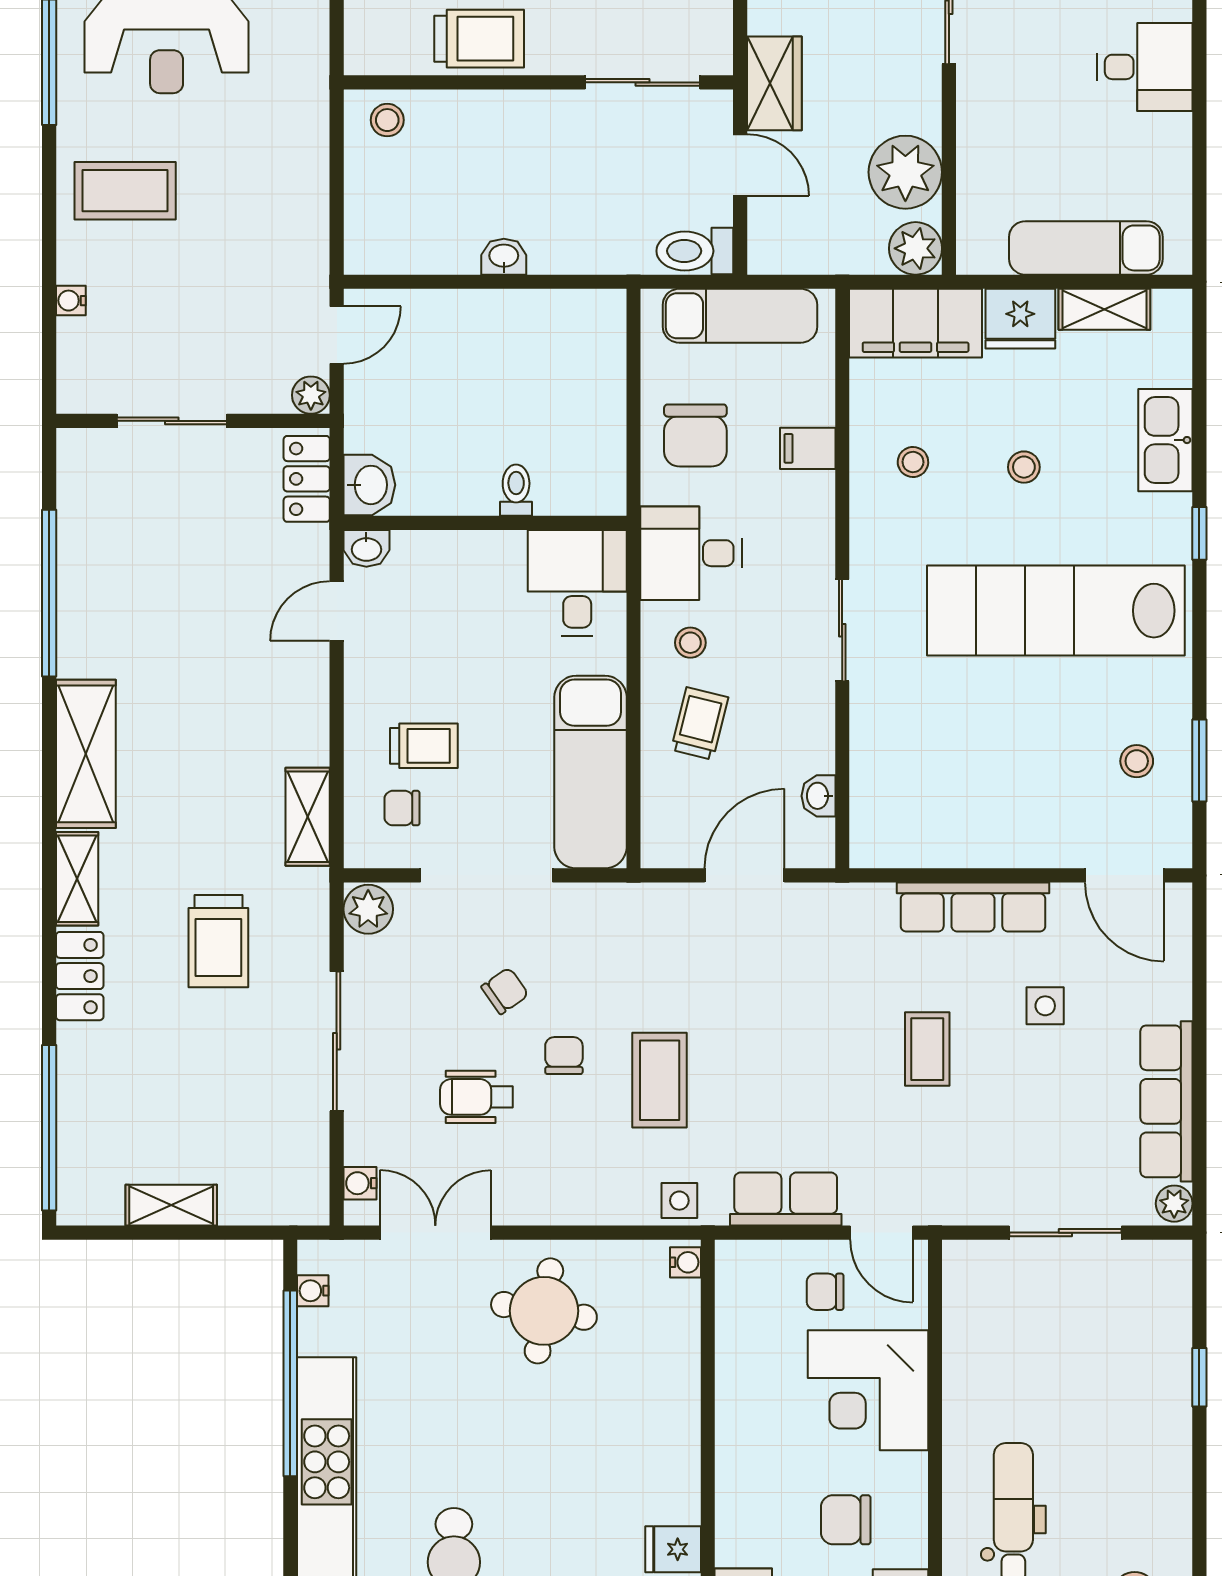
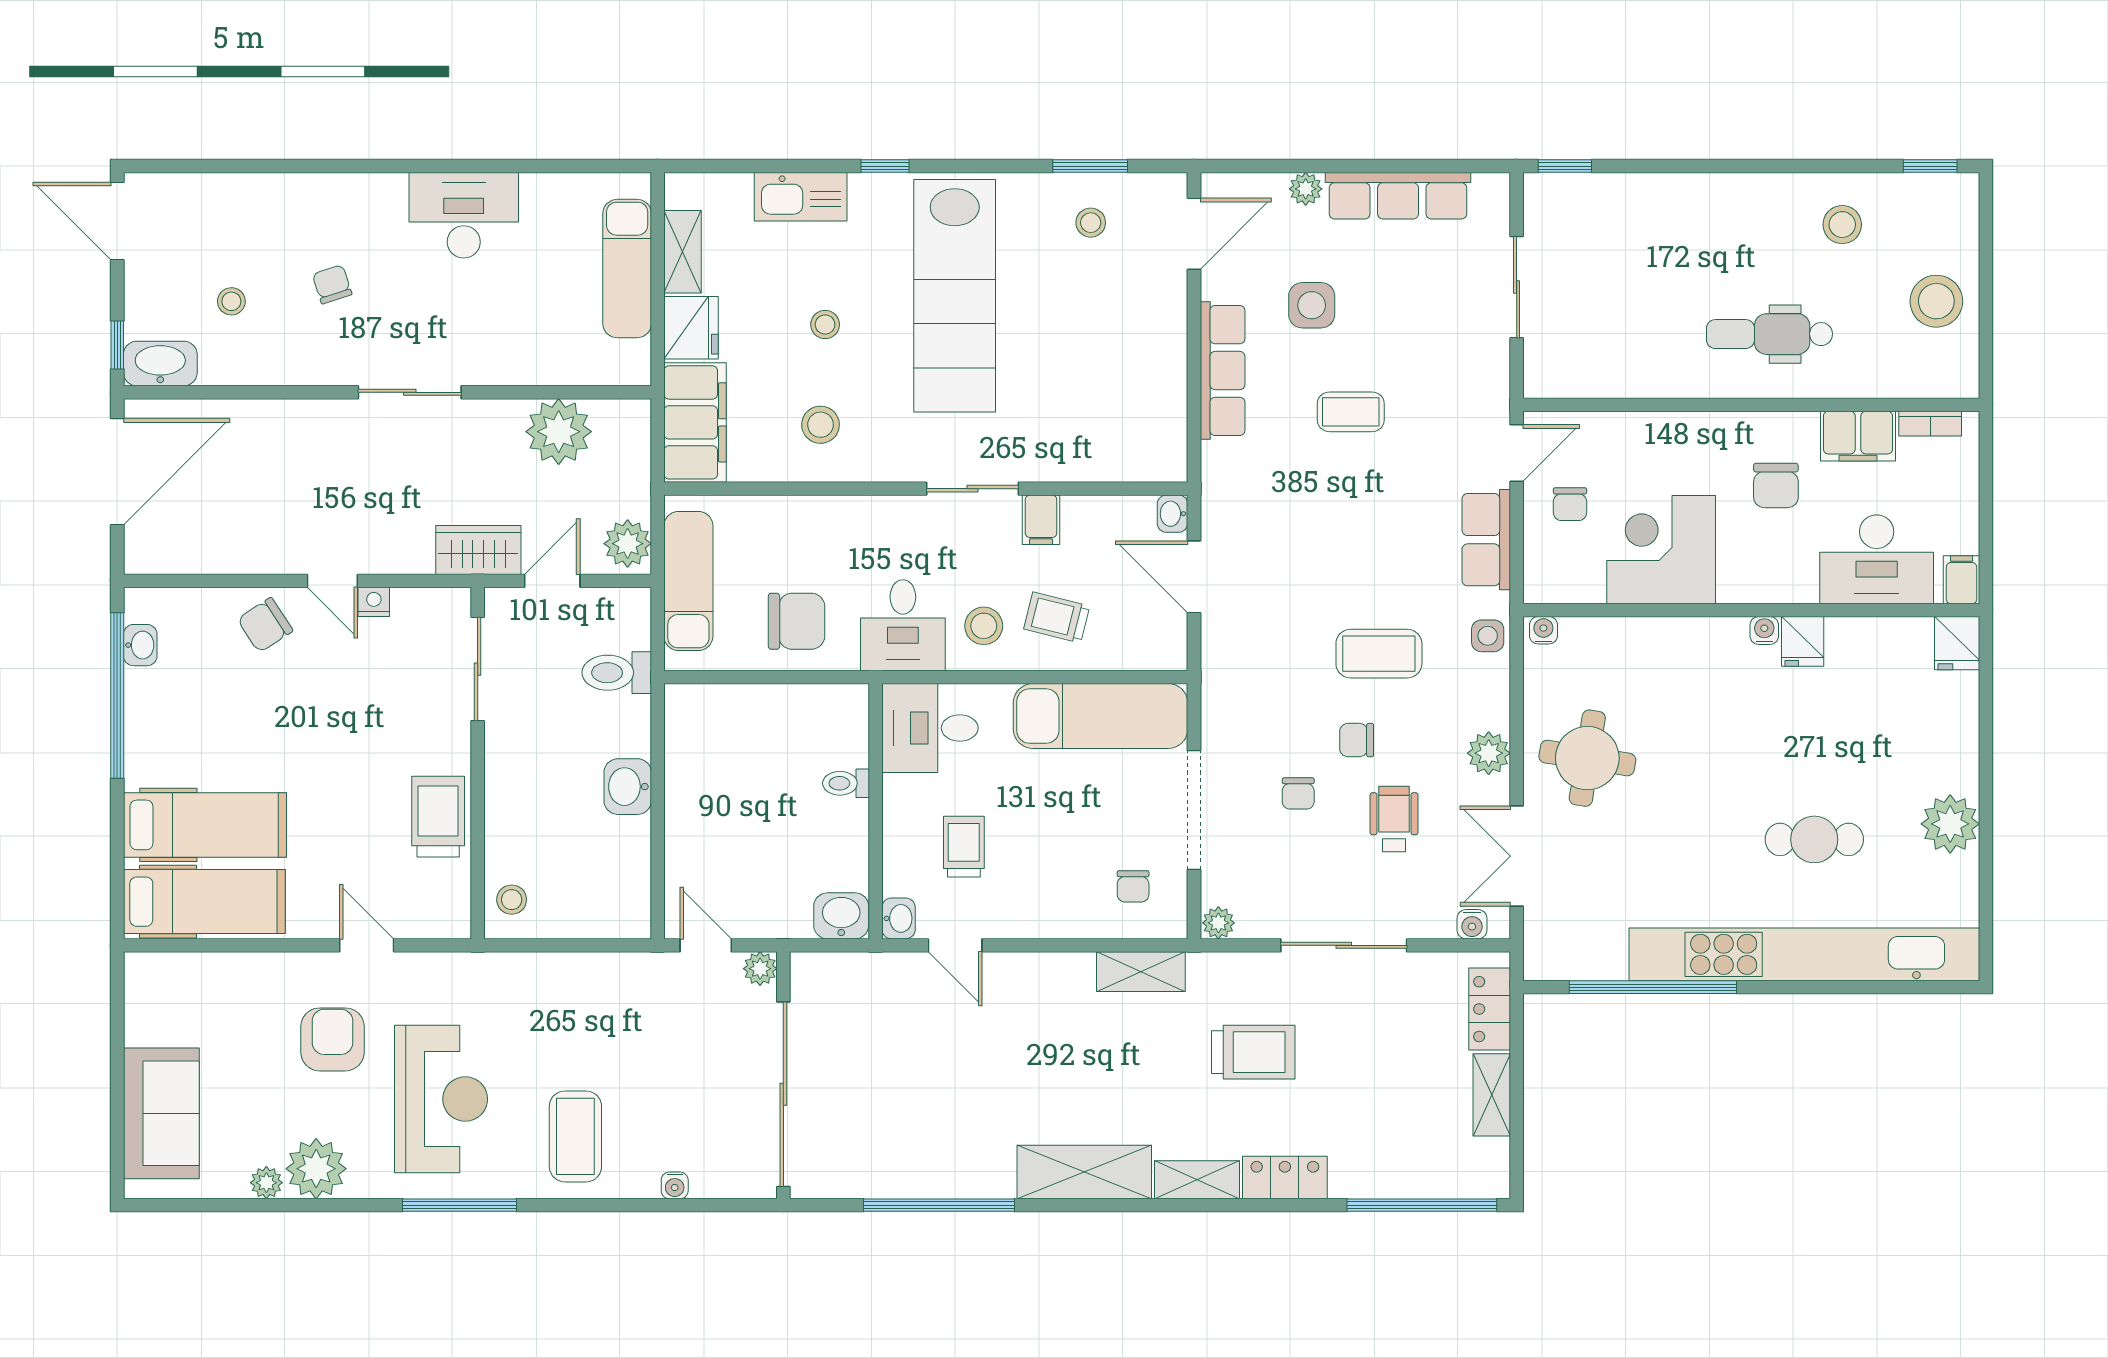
desk: (1145, 67) -> (464, 215), width x1.37
plant: (916, 248) -> (628, 544), moved
toilet: (695, 251) -> (617, 673), moved, turned 90
washbasin: (504, 257) -> (628, 787), width x1.38, depth x1.45
sliding door: (172, 421) -> (783, 1094), width x1.86
filing cabinet: (808, 448) -> (1041, 520), moved
stool: (913, 462) -> (820, 425), width x1.37, depth x1.37
locker: (307, 479) -> (1490, 1009), moved, turned 90
stool: (690, 643) -> (984, 626), width x1.37, depth x1.37
trolley: (424, 746) -> (964, 847), moved
washbasin: (818, 796) -> (1173, 514), moved, turned 90
plant: (368, 909) -> (1218, 923), width x0.73, depth x0.73
chair: (505, 991) -> (1298, 793), turned -145
side table: (1045, 1006) -> (1312, 305), width x1.37, depth x1.37
wheelchair: (477, 1097) -> (1394, 819), turned 180
plant: (549, 1202) -> (1489, 753), added
plant: (1174, 1204) -> (1306, 189), moved
water cooler: (313, 1291) -> (1764, 630), moved, turned 180
window: (1199, 1377) -> (1565, 166), moved
corner desk: (868, 1390) -> (1661, 550), moved, turned 180

